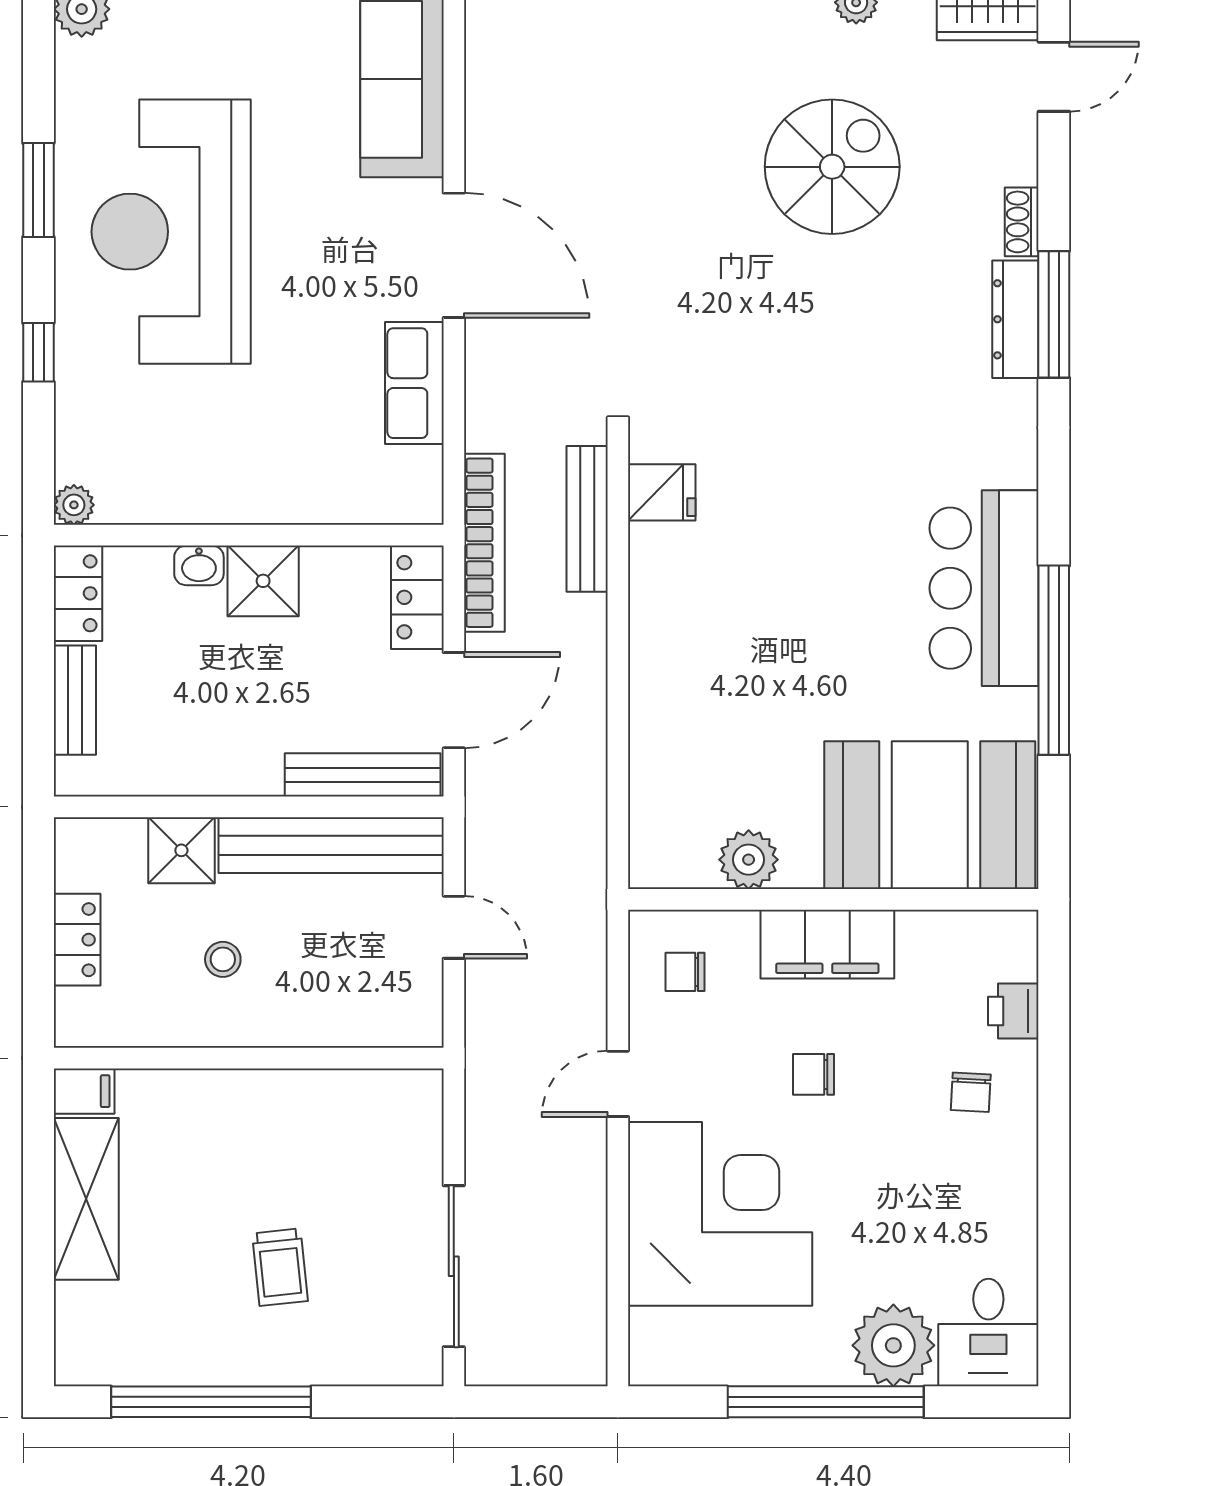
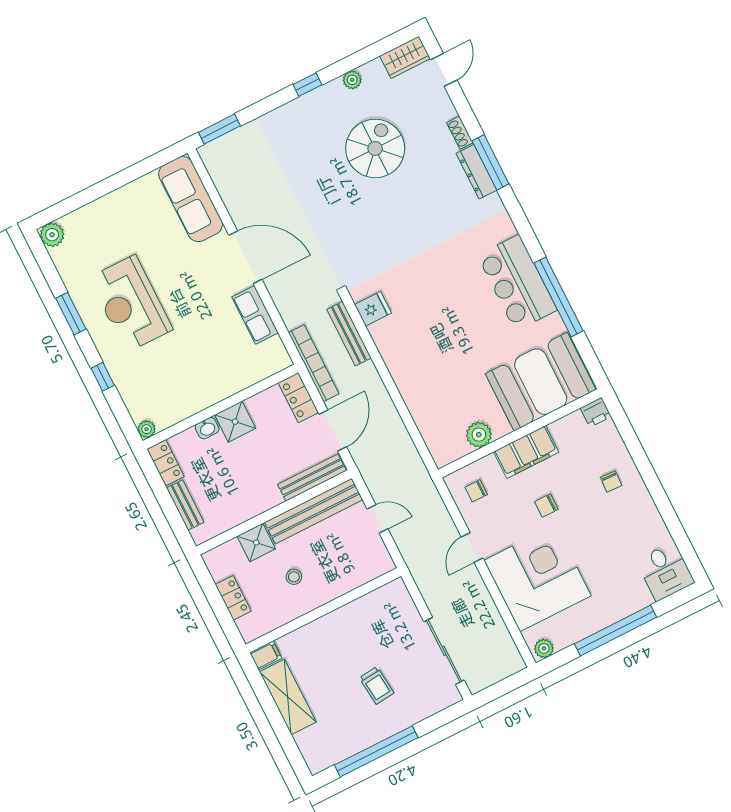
reception desk: (171, 232) -> (131, 304), width x0.74, depth x0.77
printer: (1013, 1011) -> (596, 412), moved, turned -90
plant: (893, 1345) -> (544, 648), moved, width x0.53, depth x0.53

